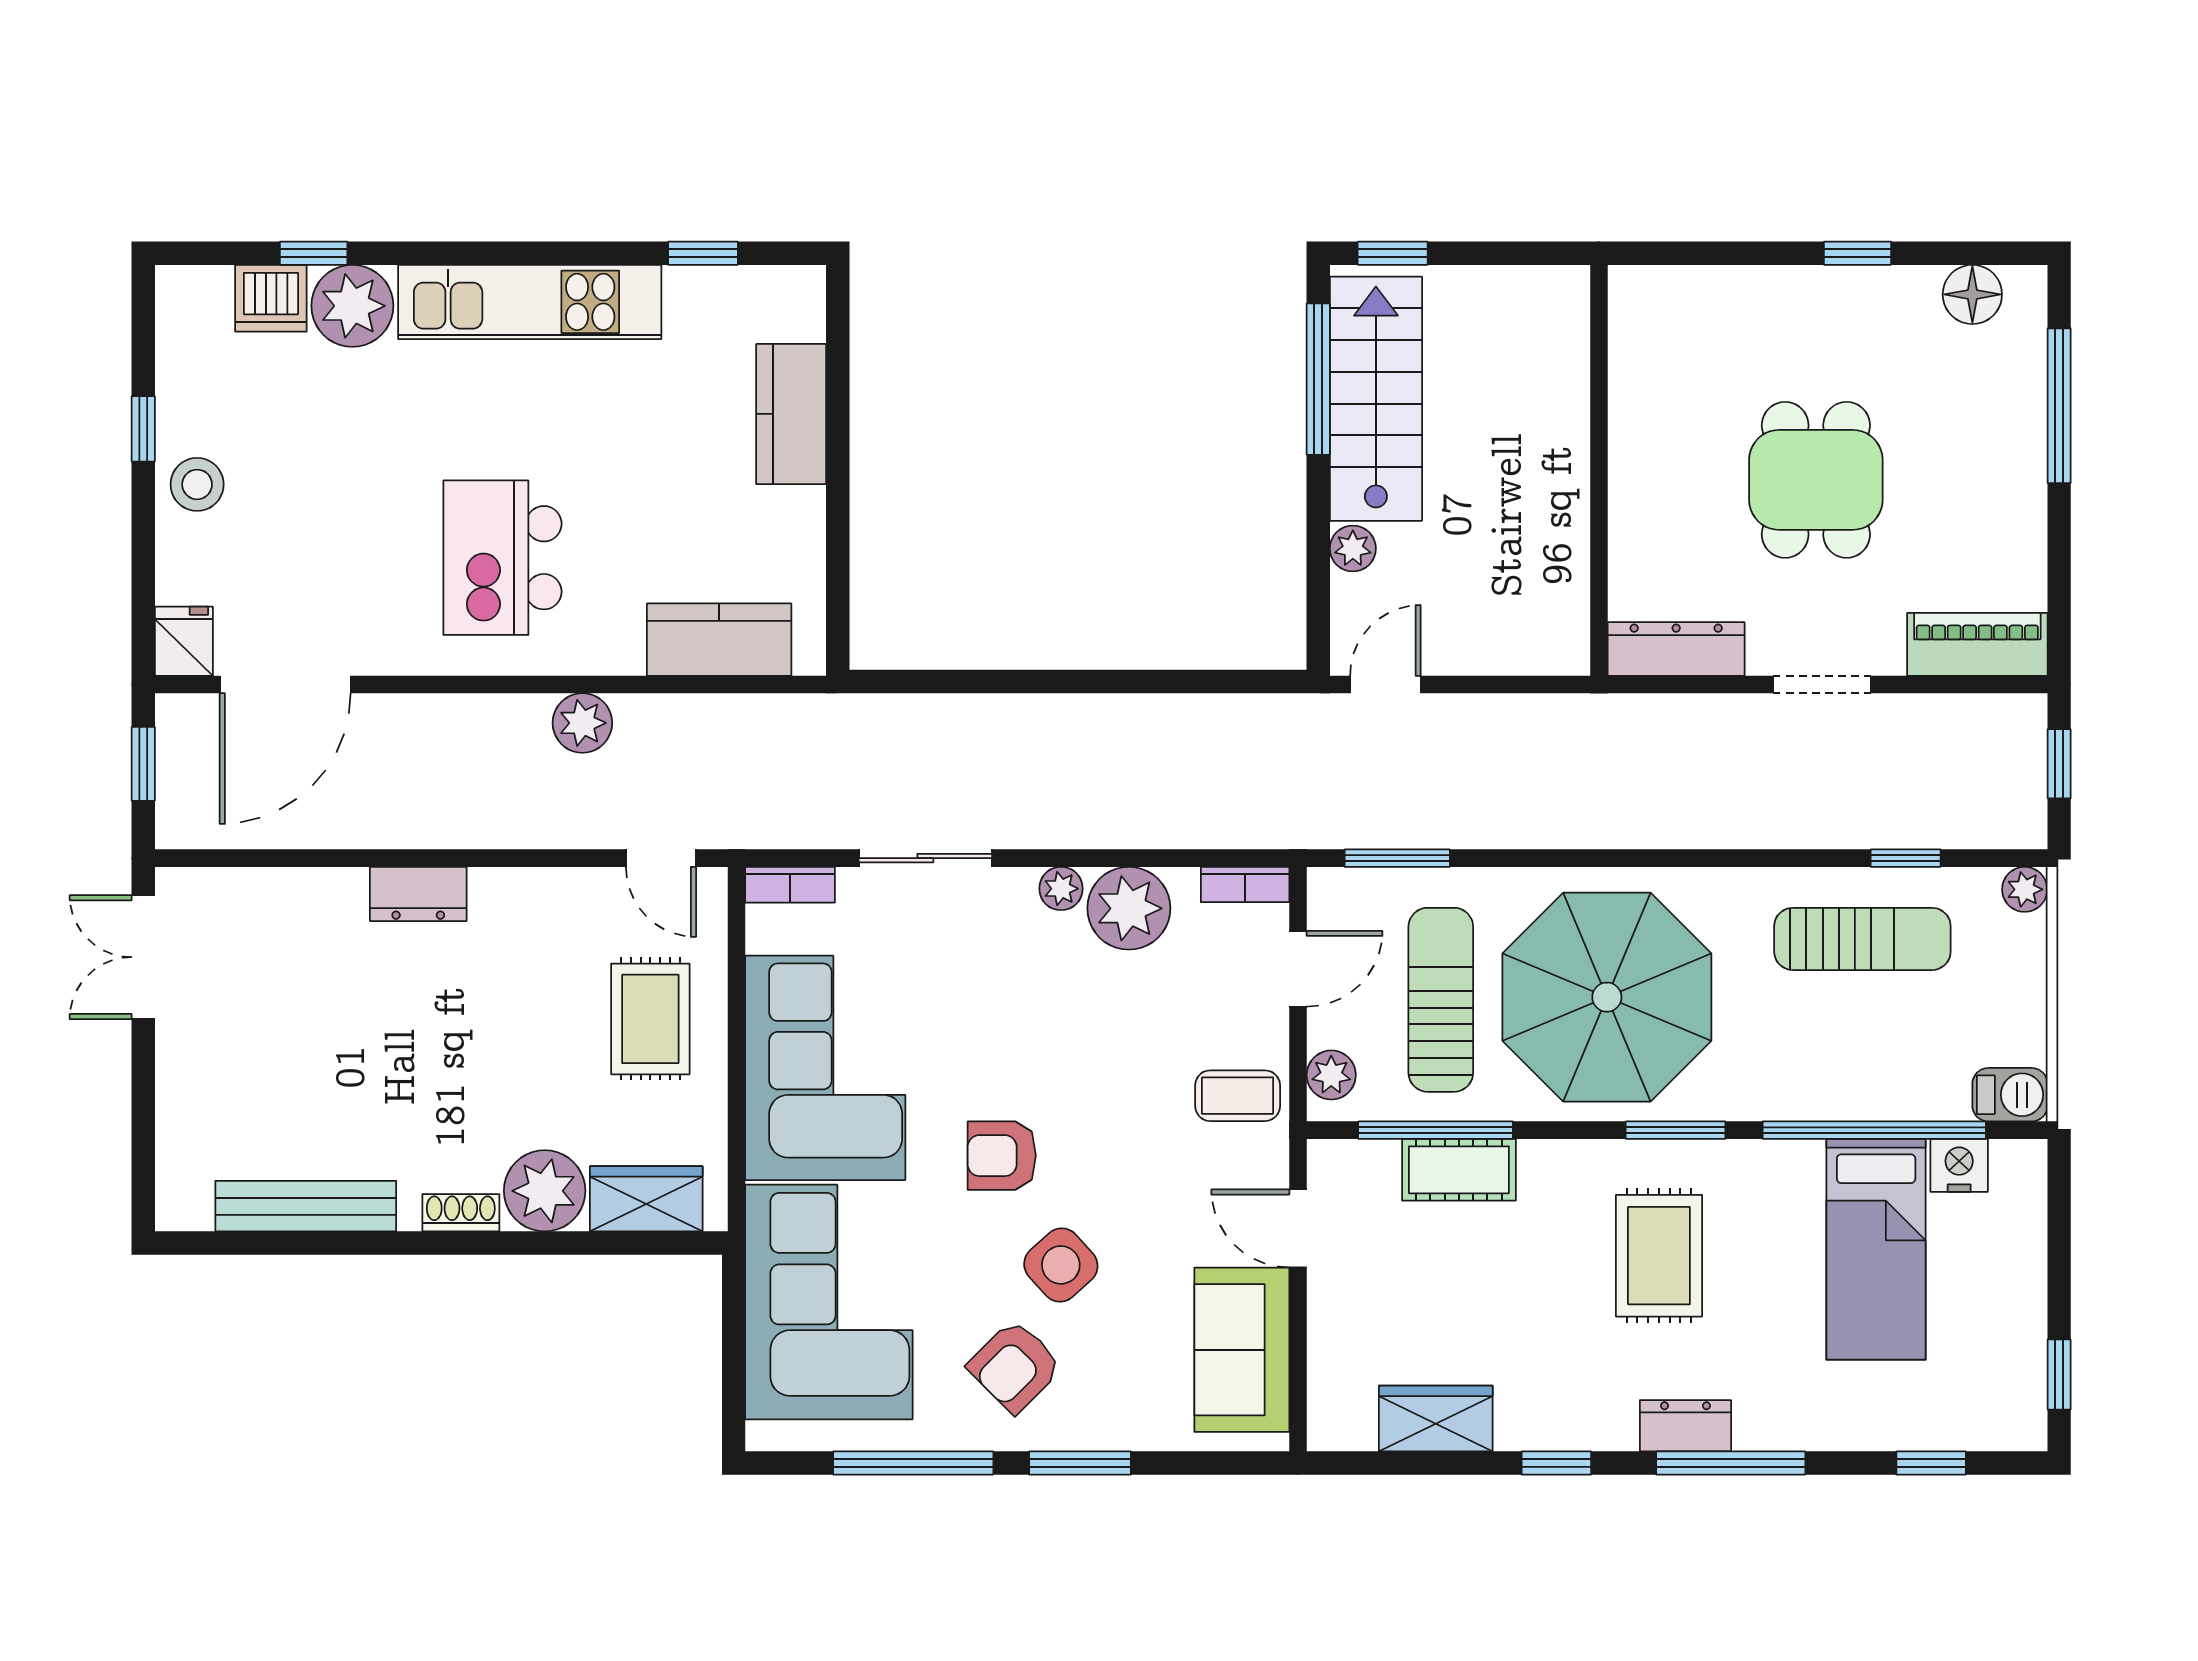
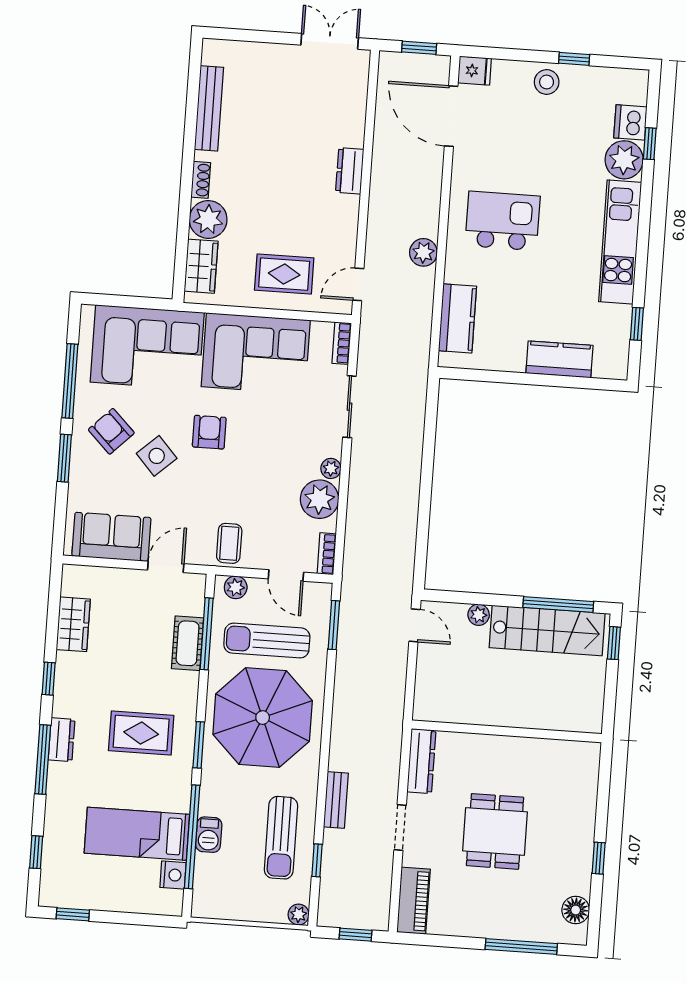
dining table: (1816, 480) -> (495, 831), turned 90
bench: (1773, 827) -> (336, 800), added
sun lounger: (1441, 1000) -> (267, 641), turned 180
barbecue: (2010, 1095) -> (209, 835), moved

